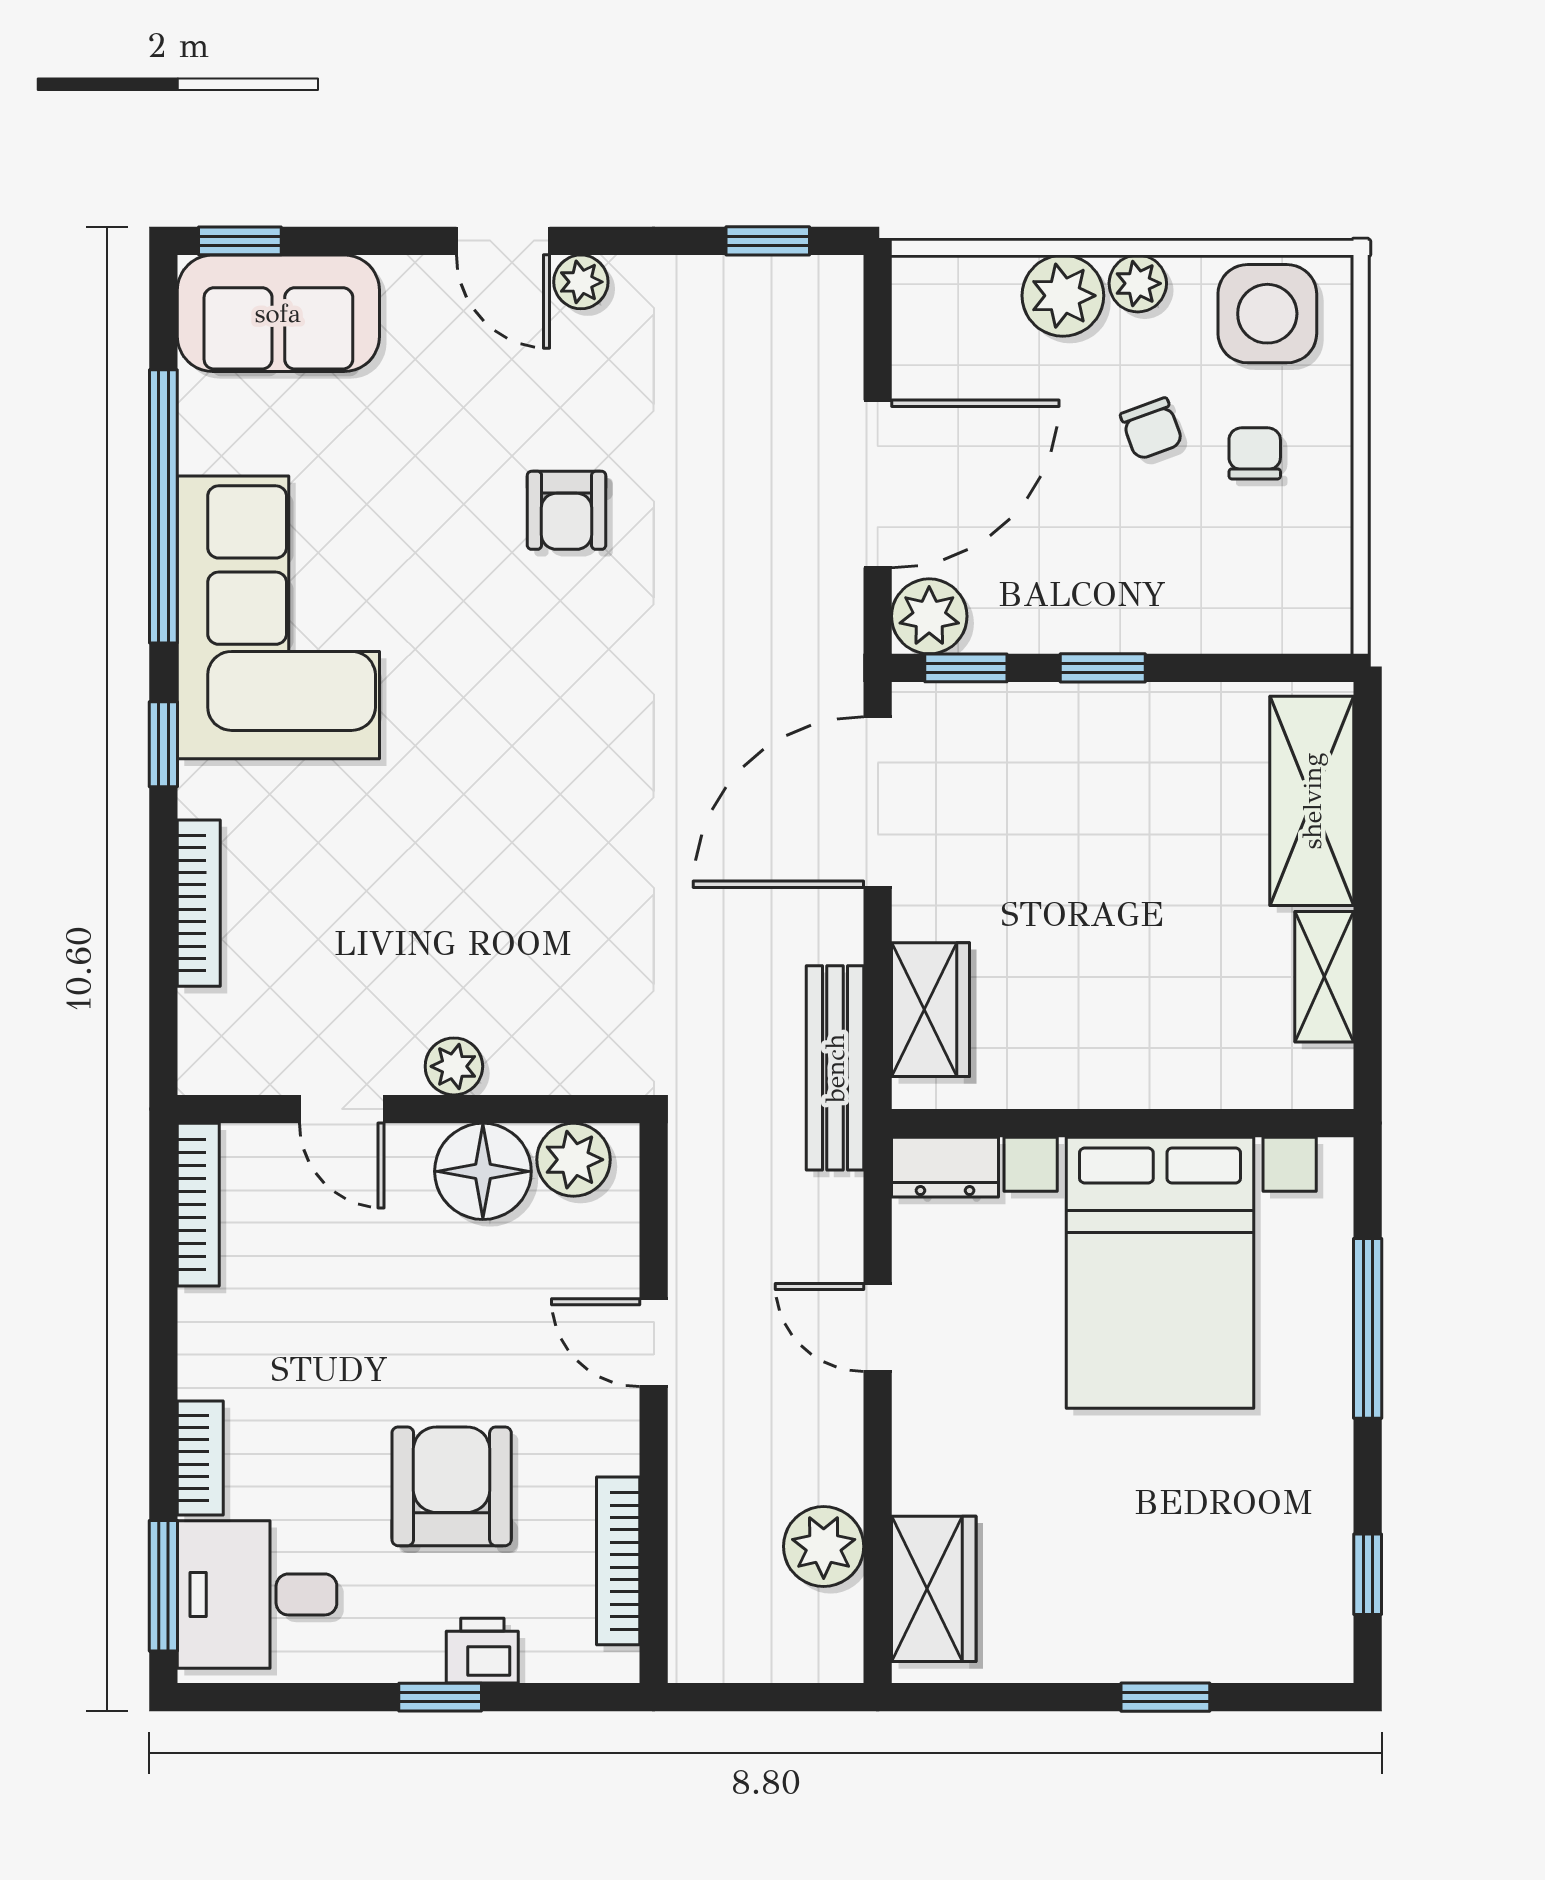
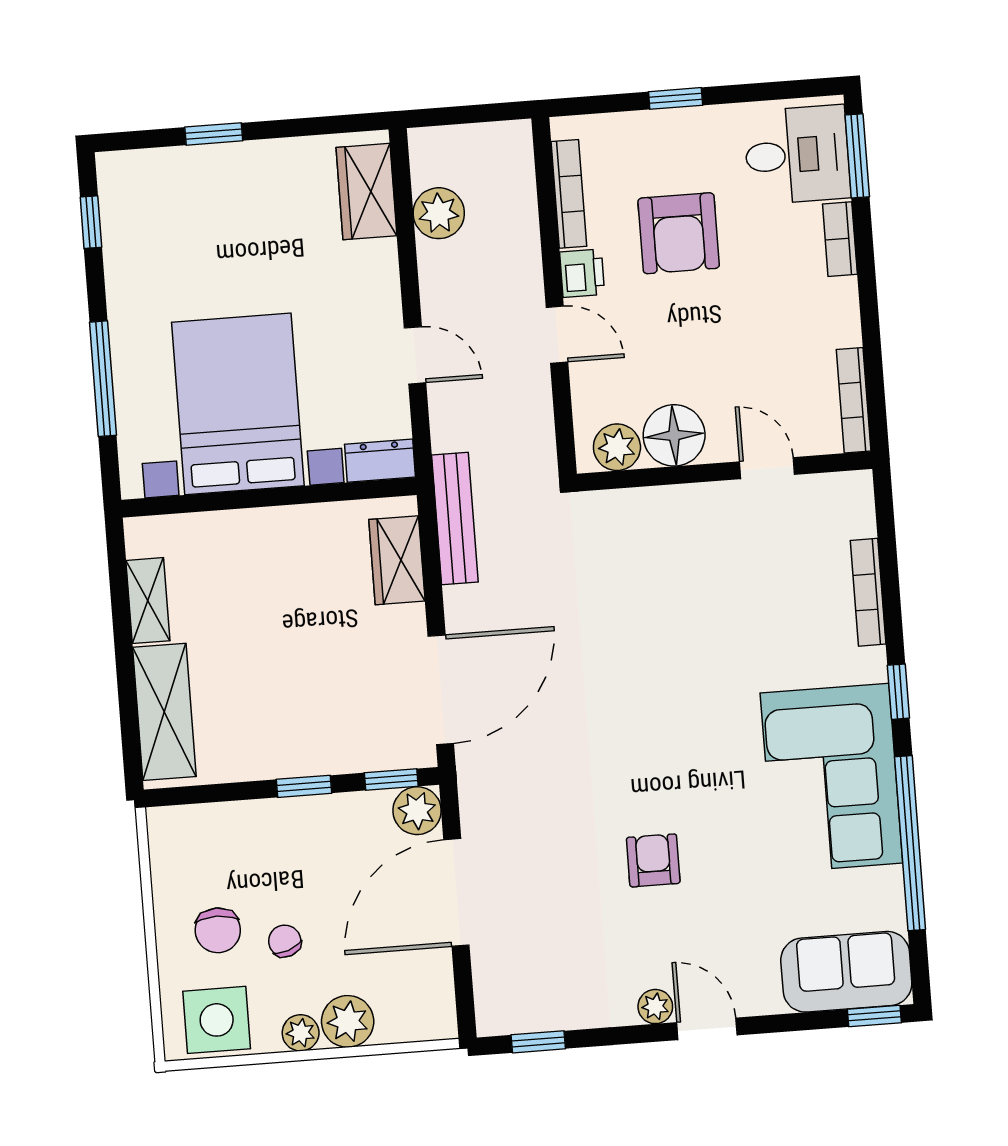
chair: (1255, 453) -> (218, 930), width x1.37, depth x1.37
plant: (454, 1066) -> (698, 501), removed
printer: (482, 1651) -> (582, 273), moved, turned -90

